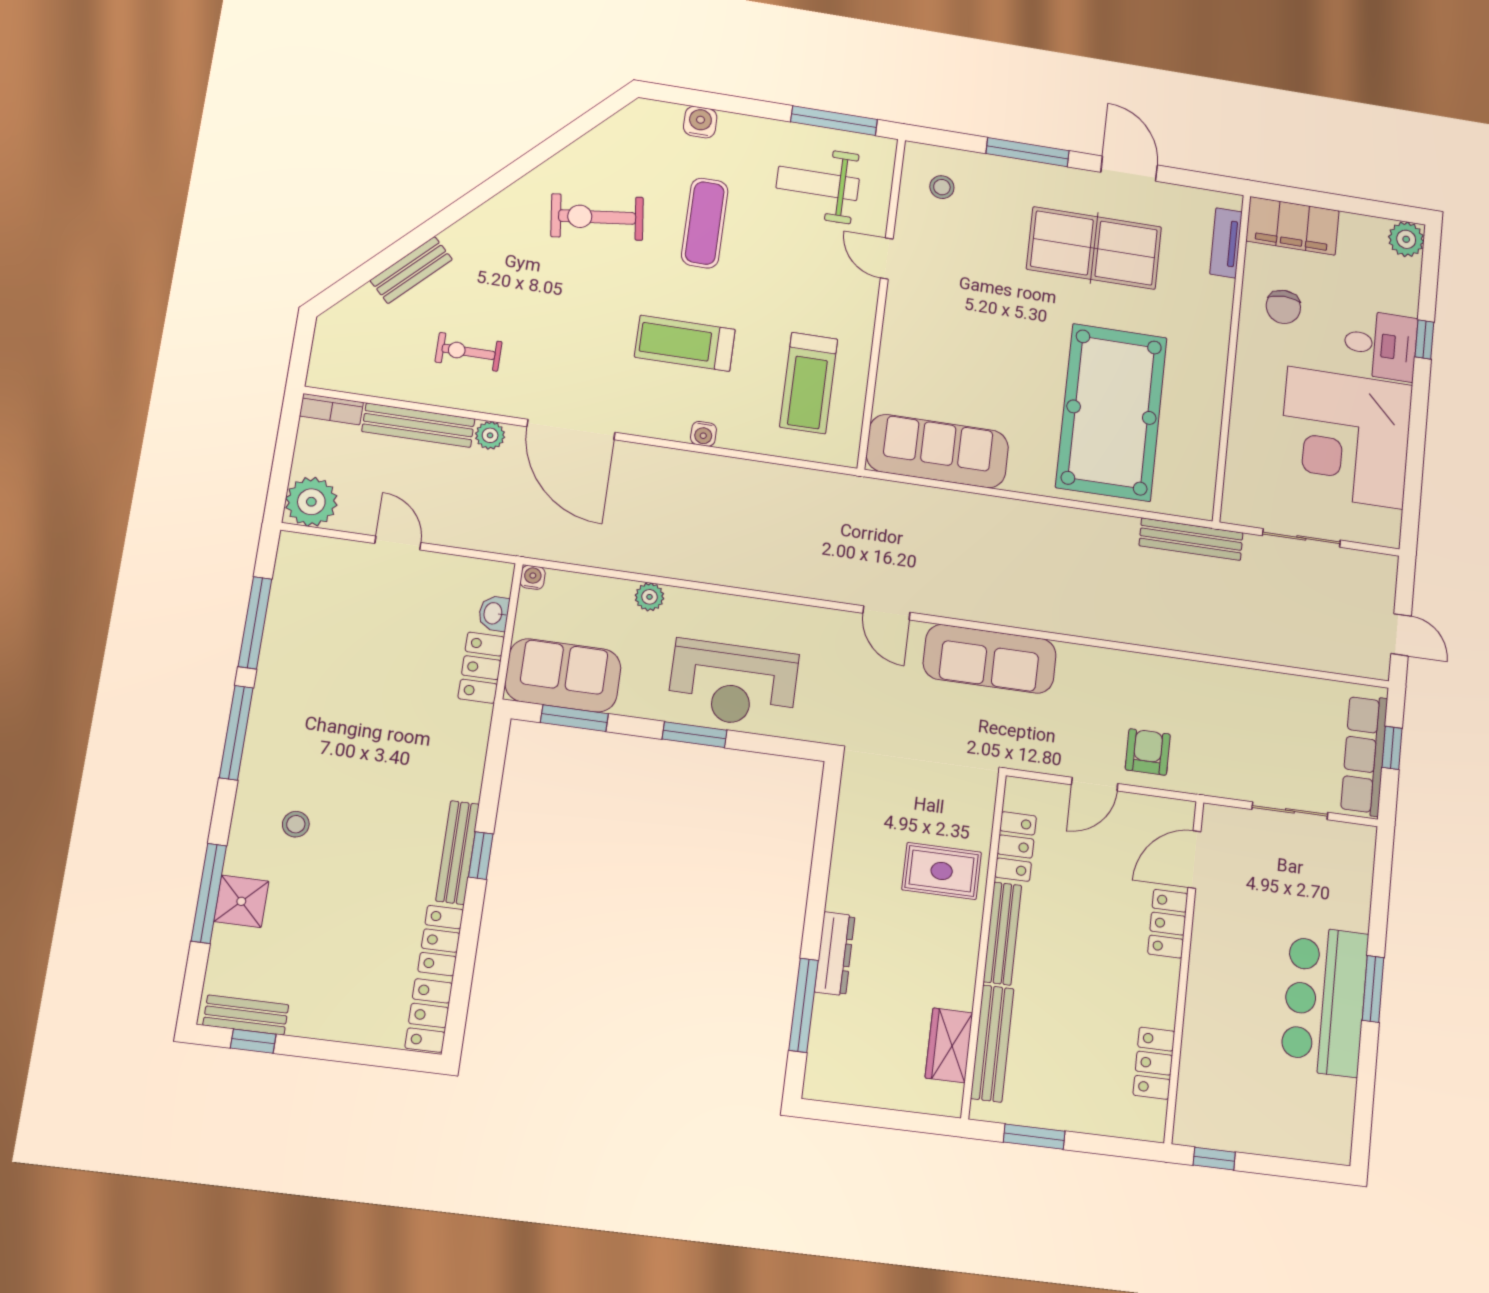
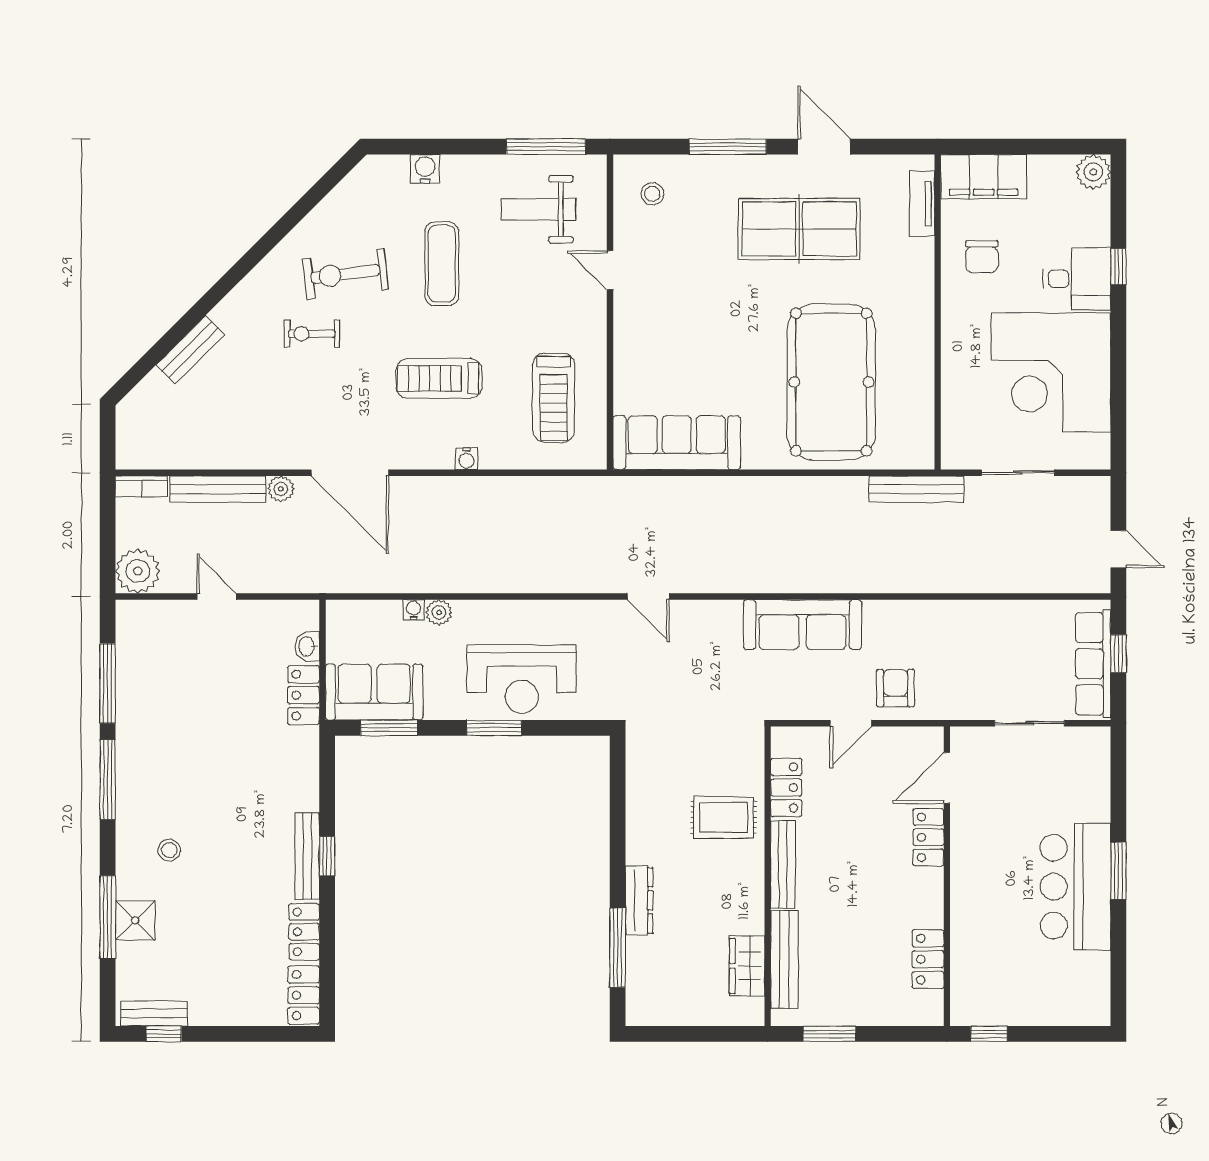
exercise bike: (469, 352) -> (312, 334), moved
water cooler: (533, 577) -> (413, 610), moved
sofa: (990, 659) -> (803, 625), moved

